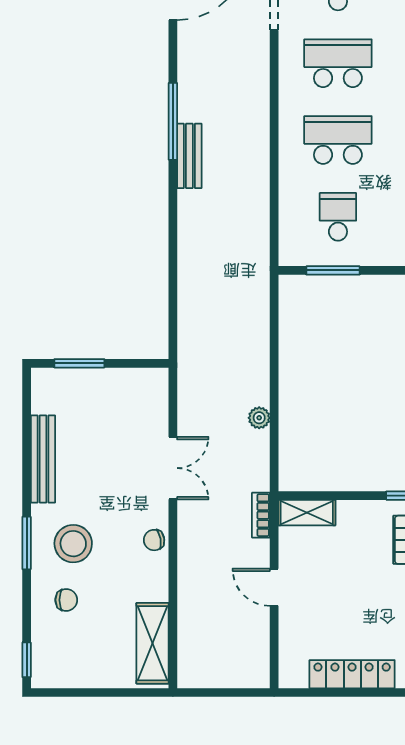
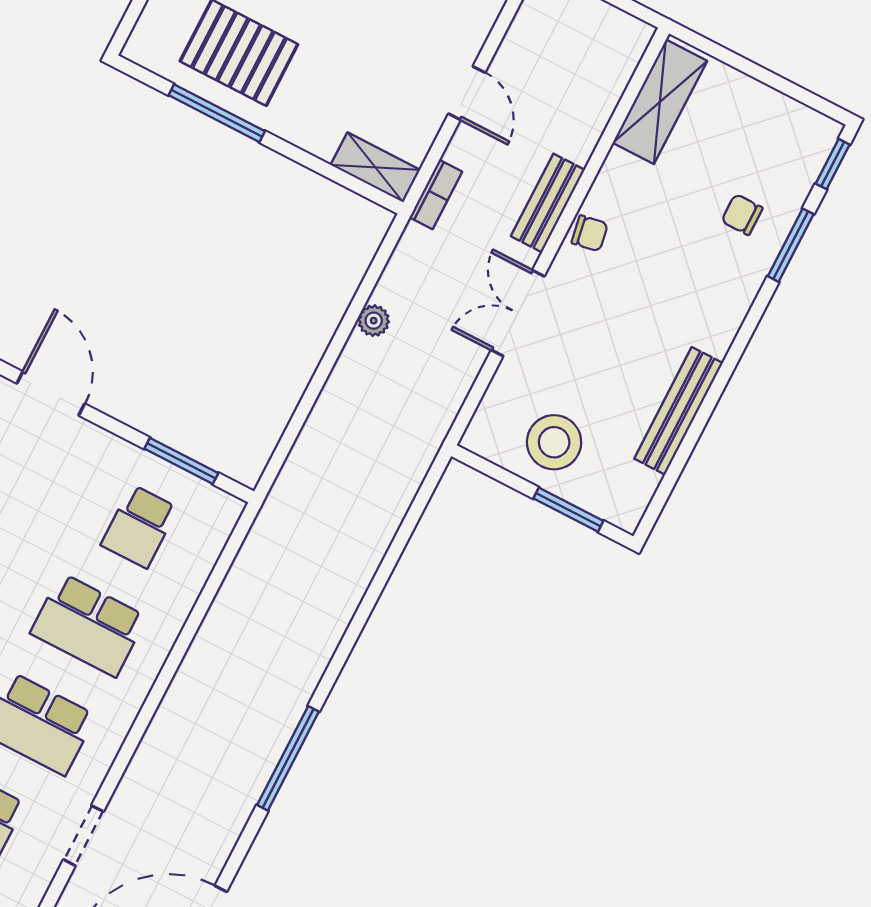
bench: (189, 156) -> (548, 203), moved
window: (27, 543) -> (791, 245), moved
stool: (73, 544) -> (554, 442), moved

